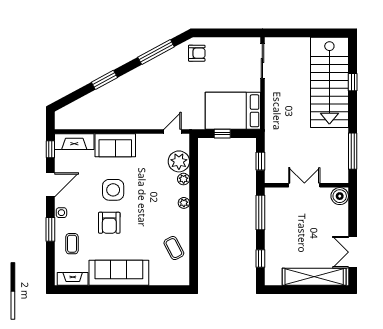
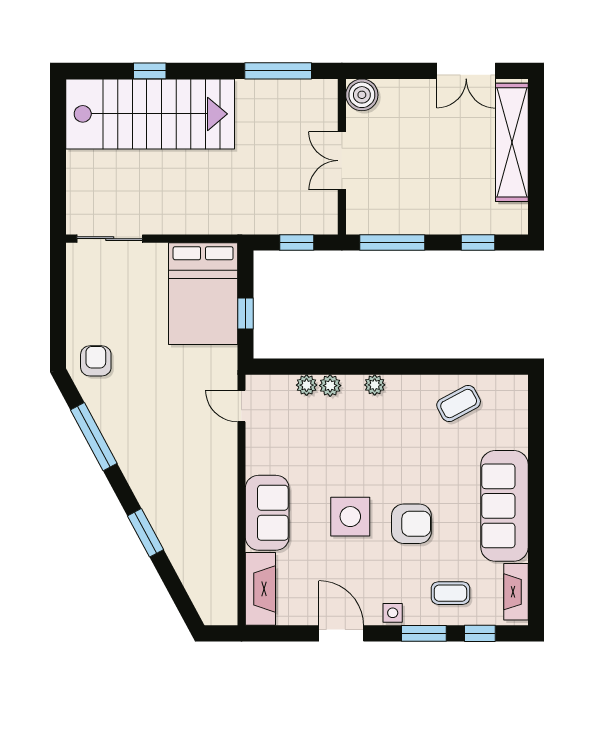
window: (50, 149) -> (480, 633), moved
plant: (179, 161) -> (307, 385), width x0.53, depth x0.53

